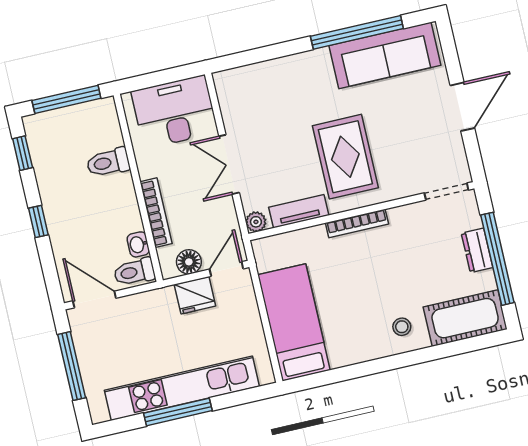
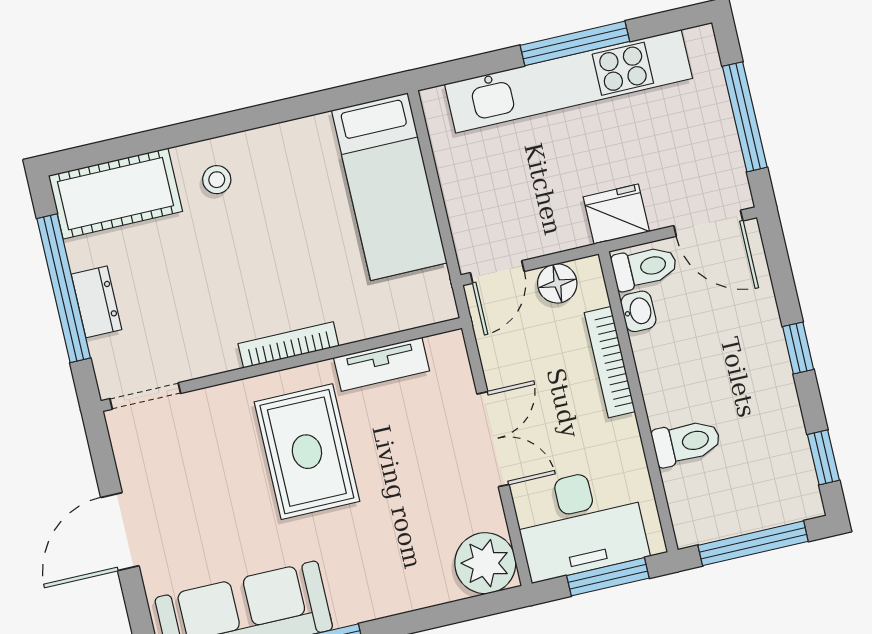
window: (157, 78) -> (608, 577), added
plant: (256, 222) -> (485, 563), moved, width x1.88, depth x1.88
fridge: (195, 295) -> (616, 214), moved

